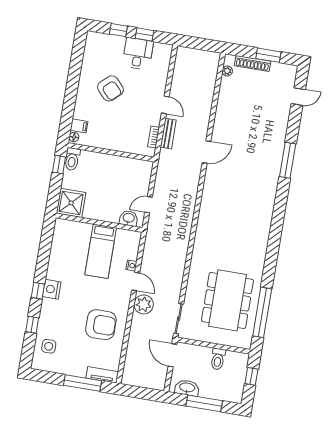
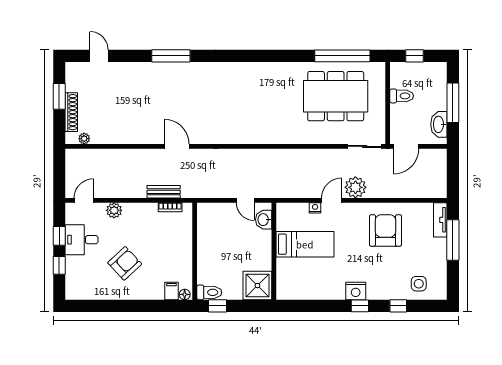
plant: (159, 87) -> (114, 210), added
door: (165, 105) -> (84, 200), moved

